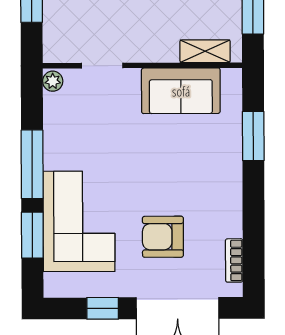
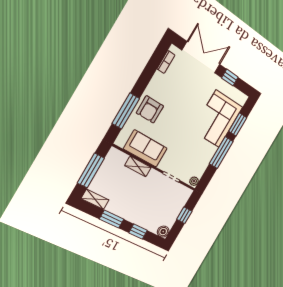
shelving: (205, 51) -> (138, 166), moved
window: (253, 136) -> (126, 111), width x1.44
armchair: (163, 237) -> (150, 109), moved, turned 90

